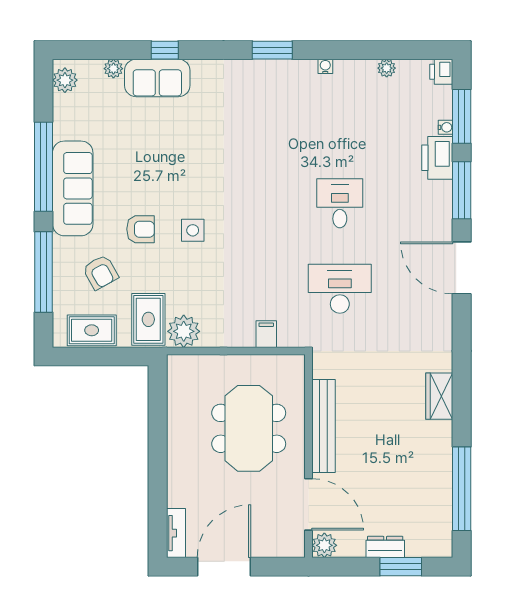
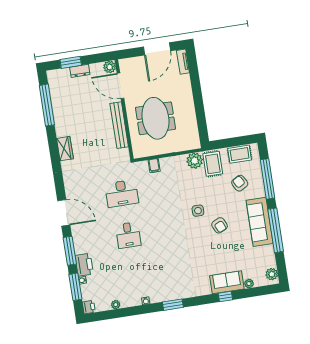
armchair: (141, 229) -> (220, 225), moved, turned -114

